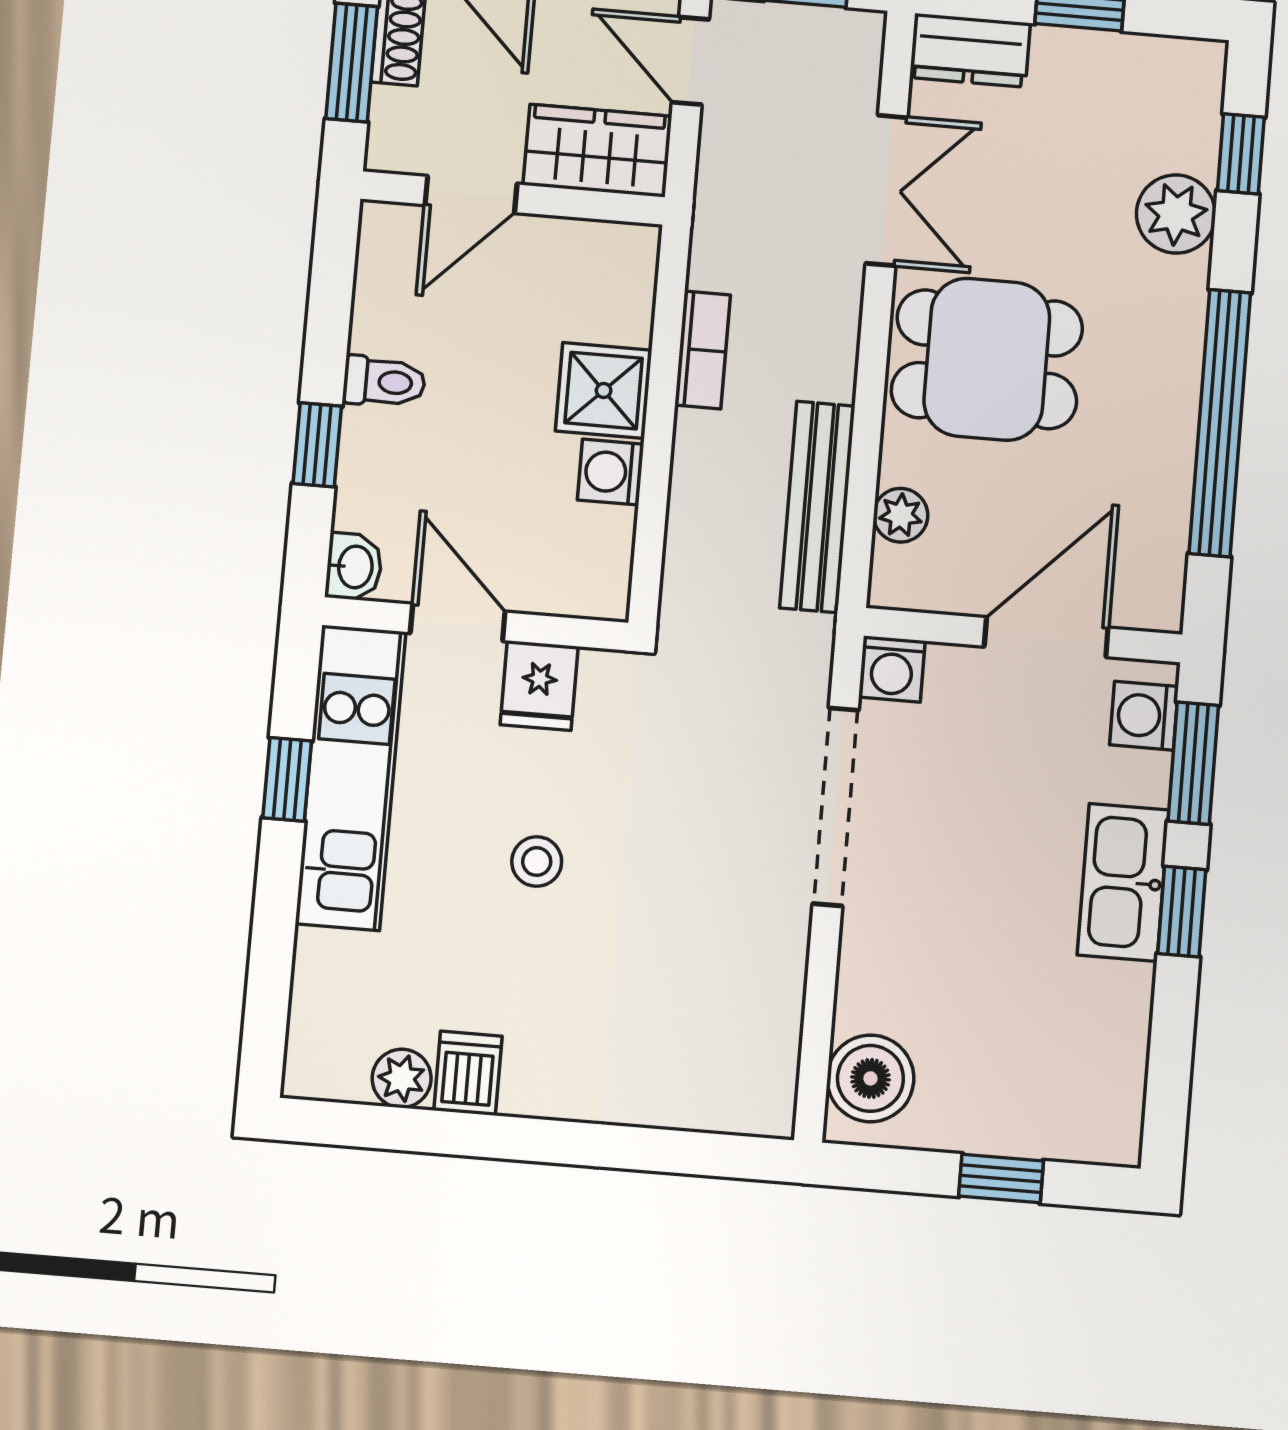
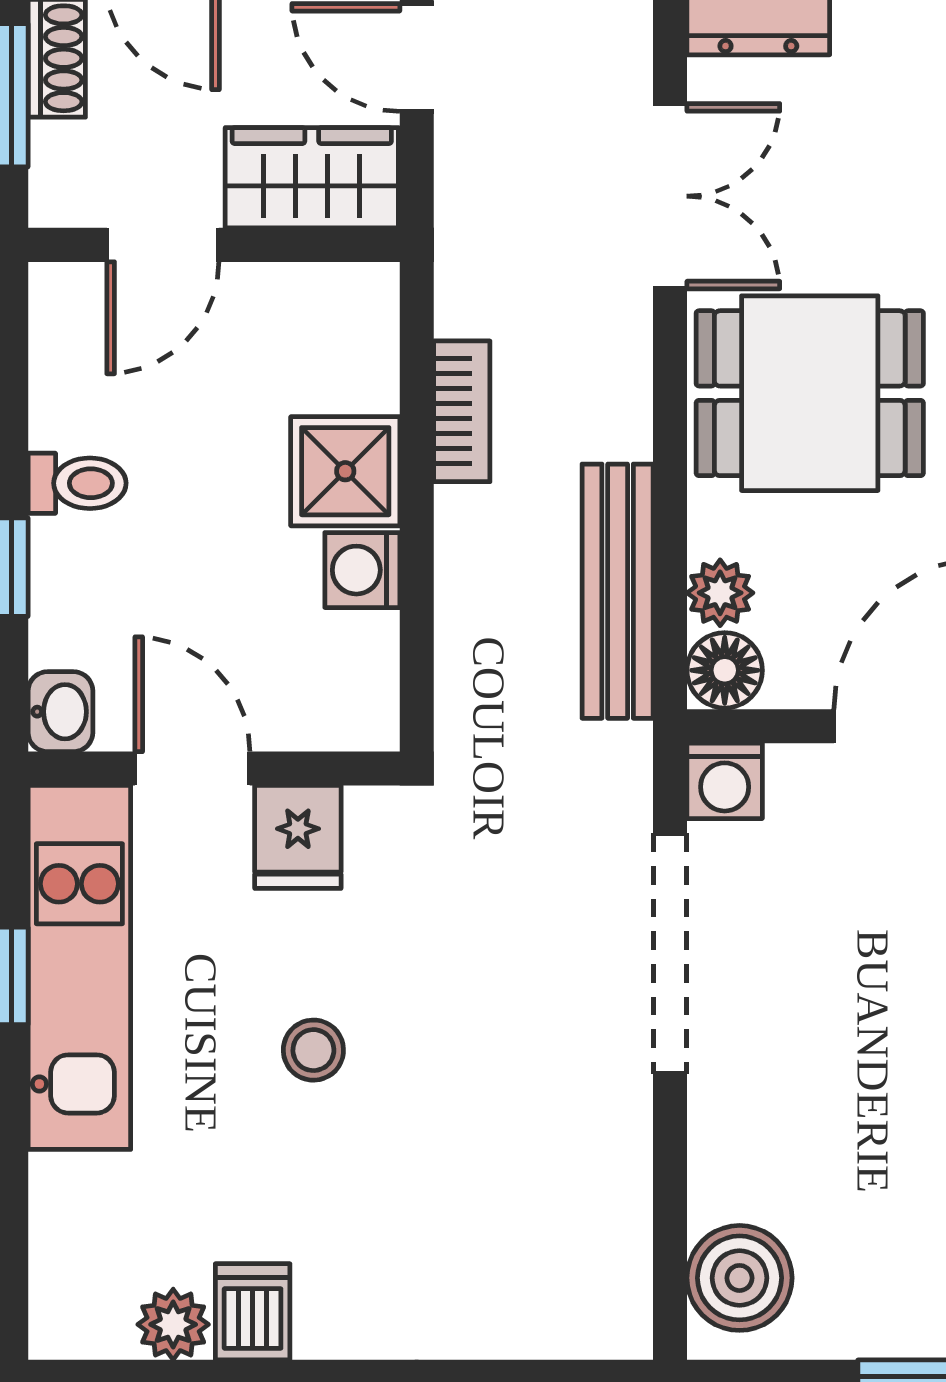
floor lamp: (899, 579) -> (725, 670), added

